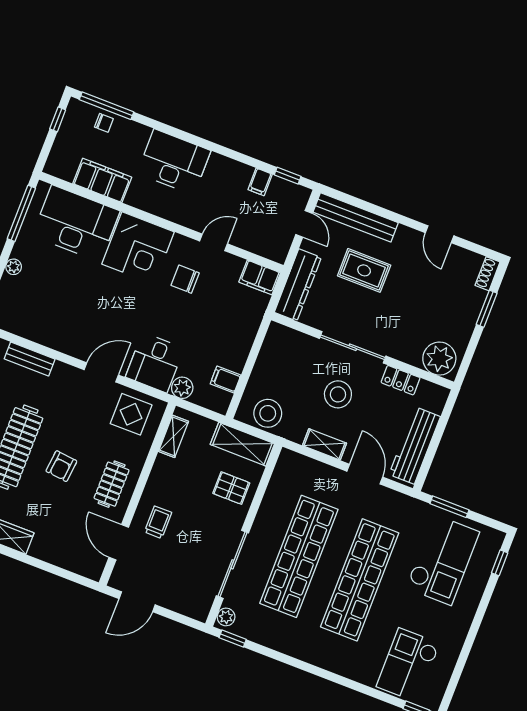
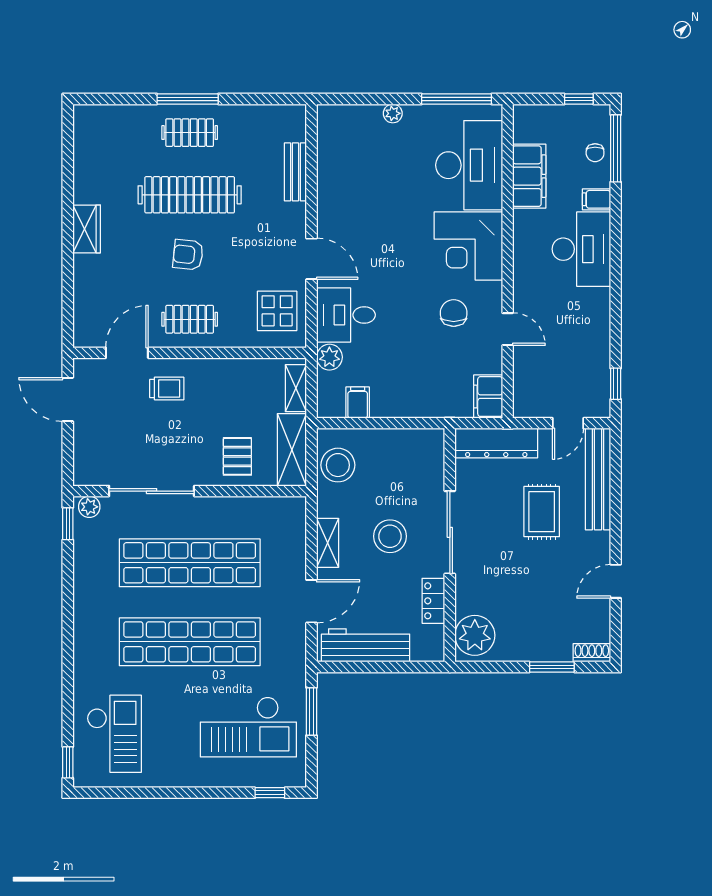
filing cabinet: (260, 182) -> (597, 199), moved
shelving: (173, 436) -> (296, 388), moved, turned 90
checkout: (408, 665) -> (114, 734), turned 90

